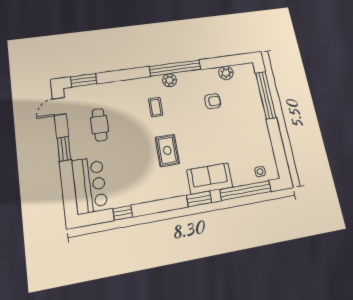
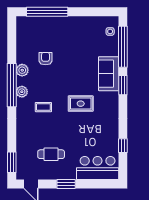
plant: (226, 73) -> (22, 70), moved

